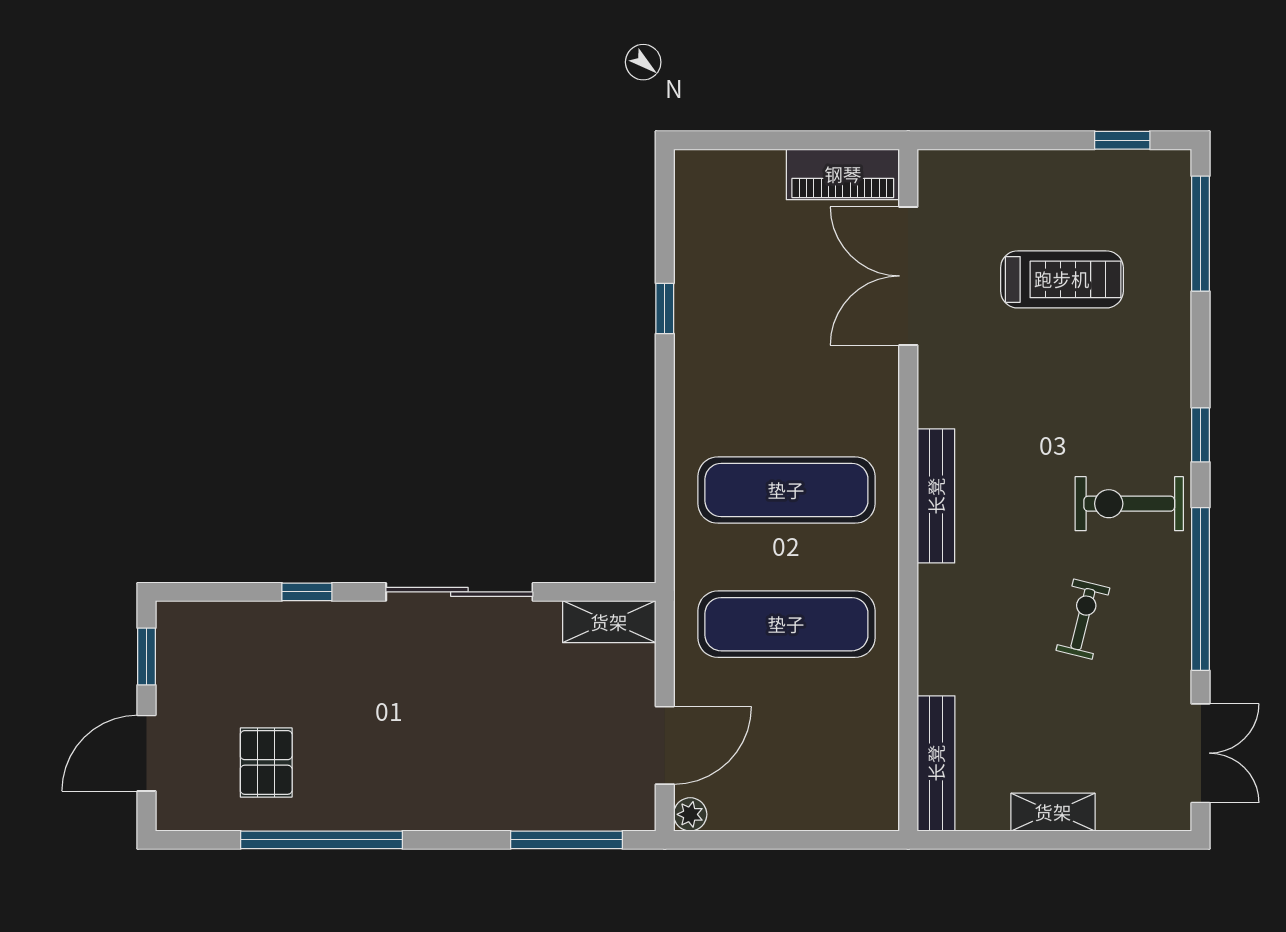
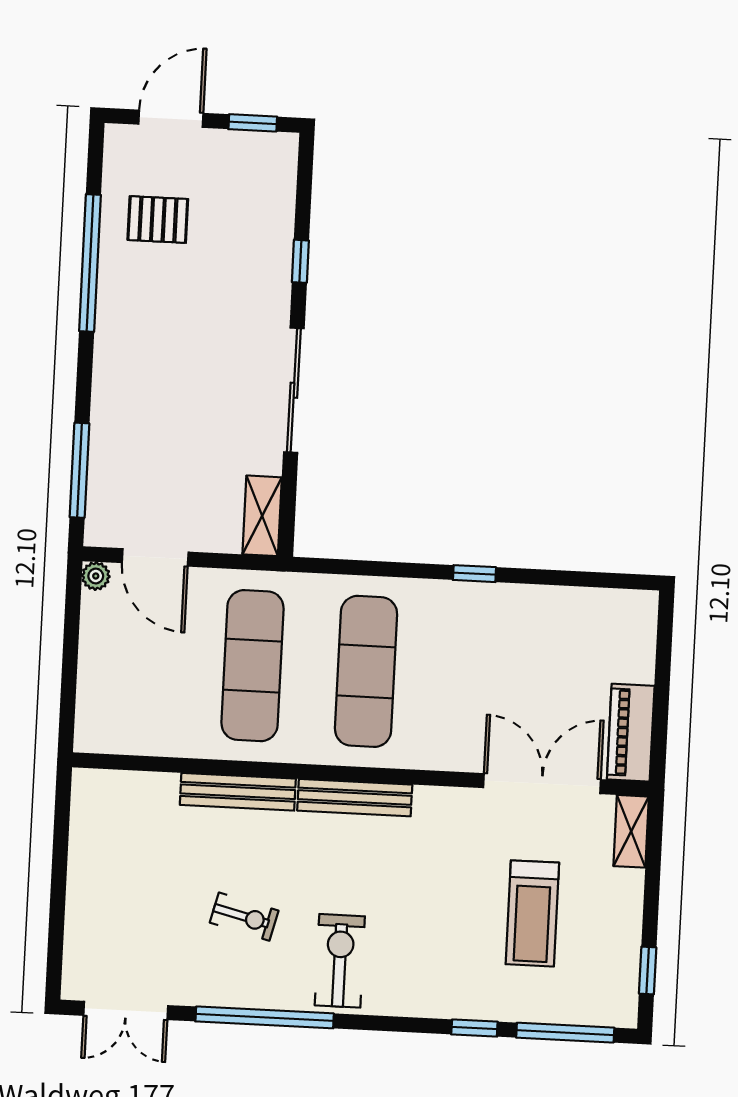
window: (665, 309) -> (474, 574), moved
window: (1201, 435) -> (474, 1028), moved
door: (147, 753) -> (171, 119), hinge flipped
bench: (936, 763) -> (238, 792), moved
shelving: (1053, 812) -> (631, 831), moved

